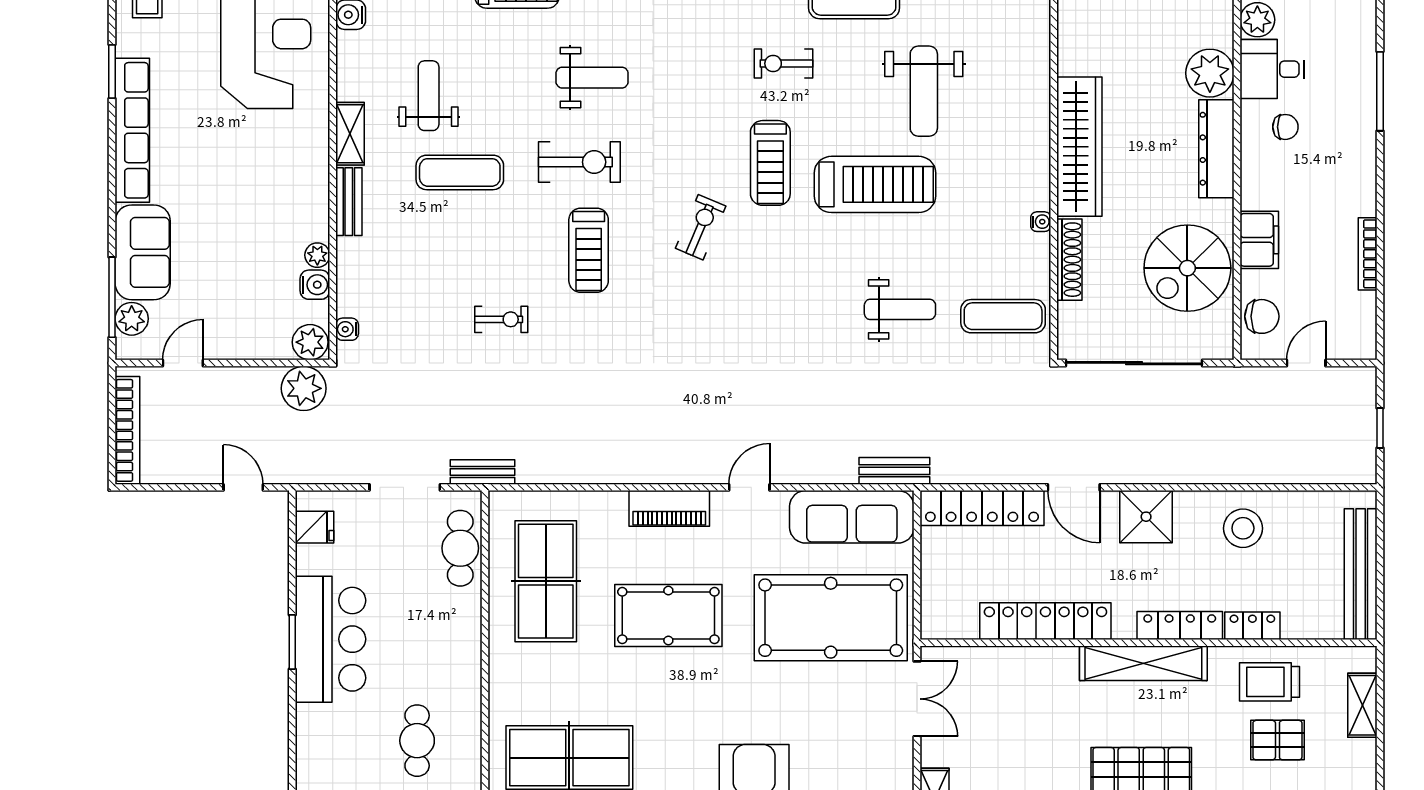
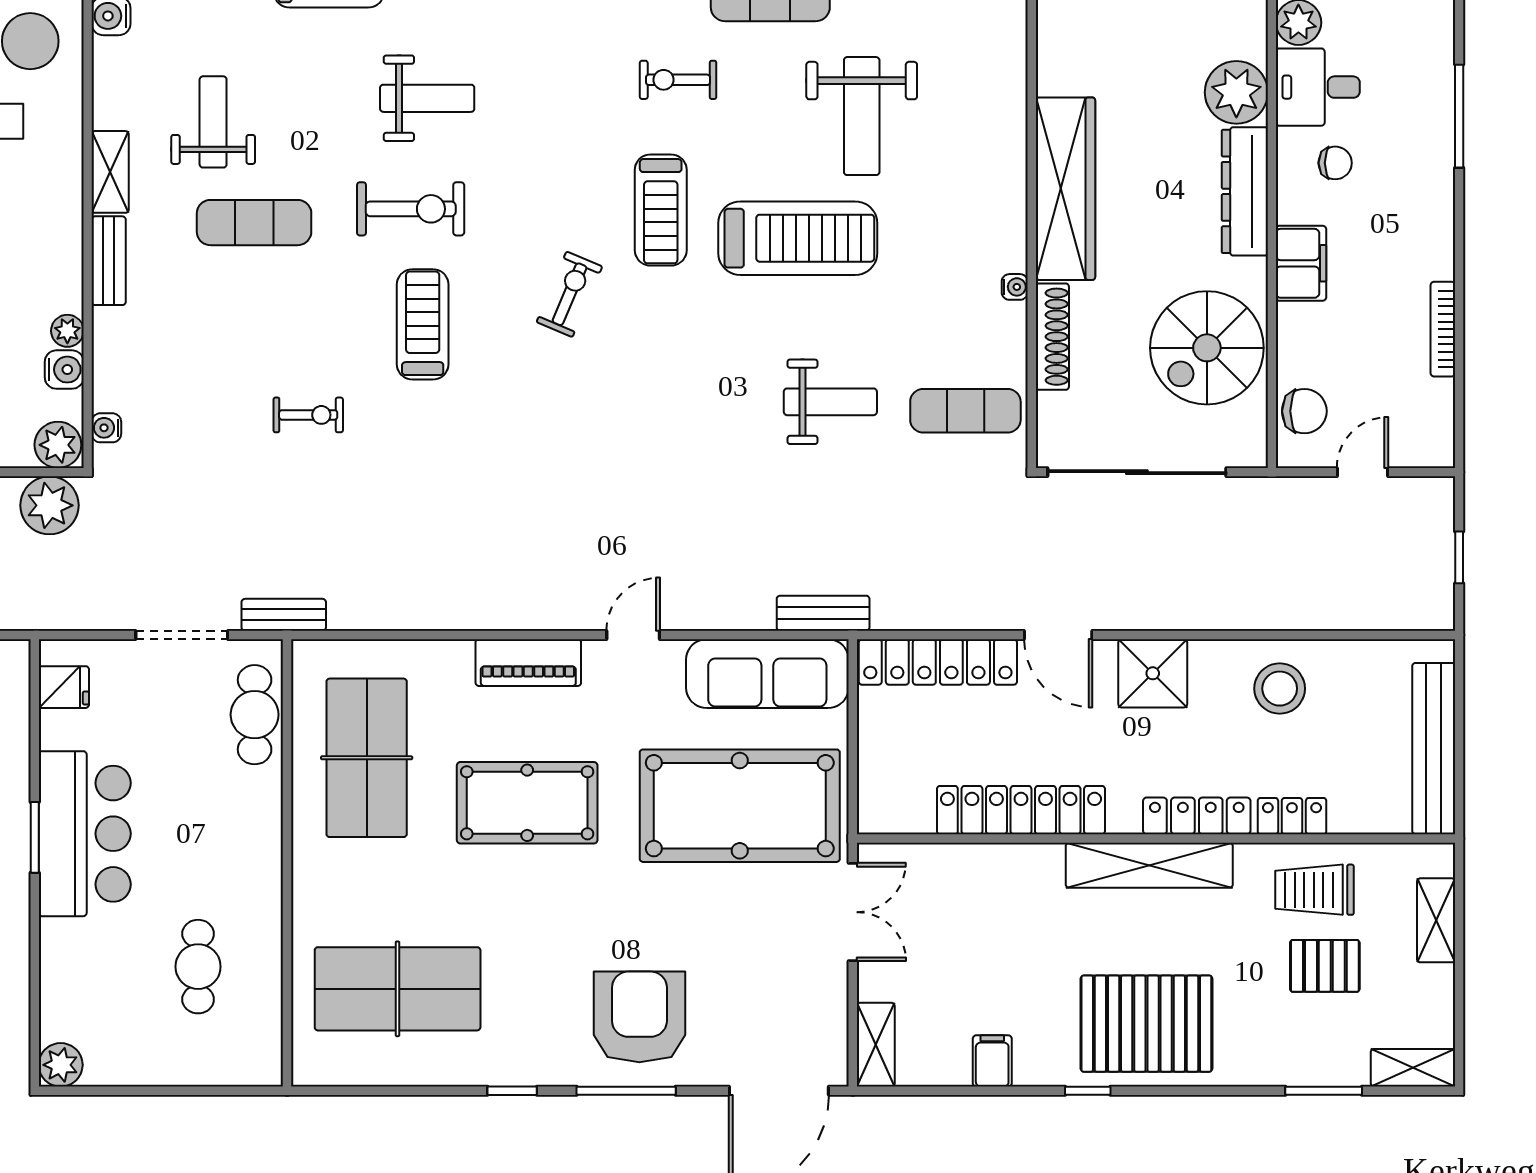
filing cabinet: (1259, 240) -> (1301, 263), moved
treadmill: (589, 250) -> (423, 324), turned 180

